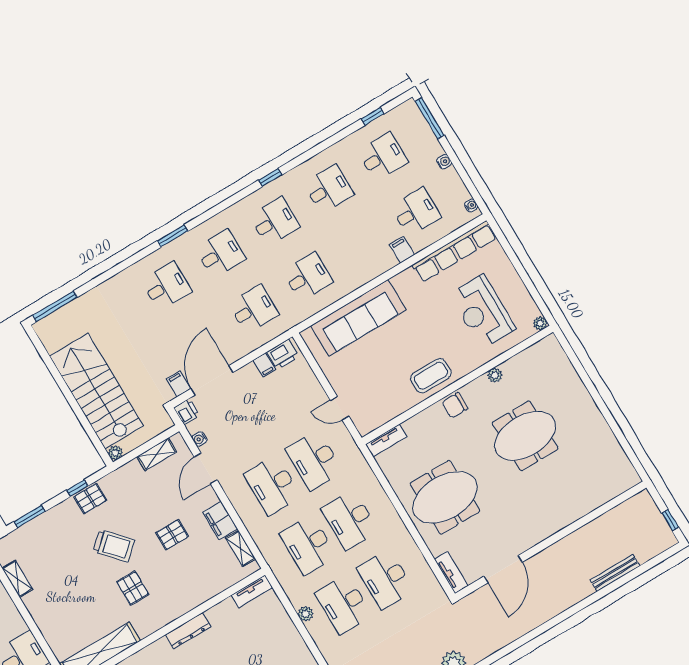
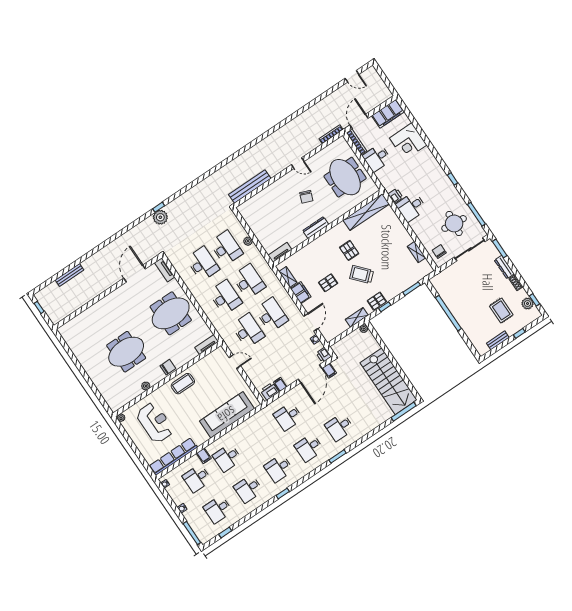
desk: (308, 277) -> (227, 458), moved
stairs: (96, 391) -> (389, 381), moved
shelving: (157, 454) -> (357, 317), moved

